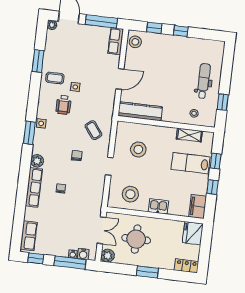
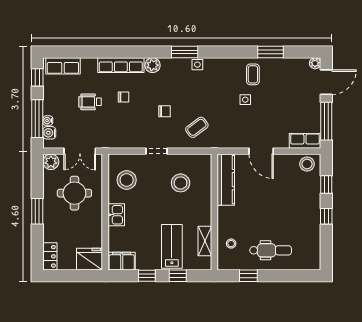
wheelchair: (63, 105) -> (90, 102), moved

